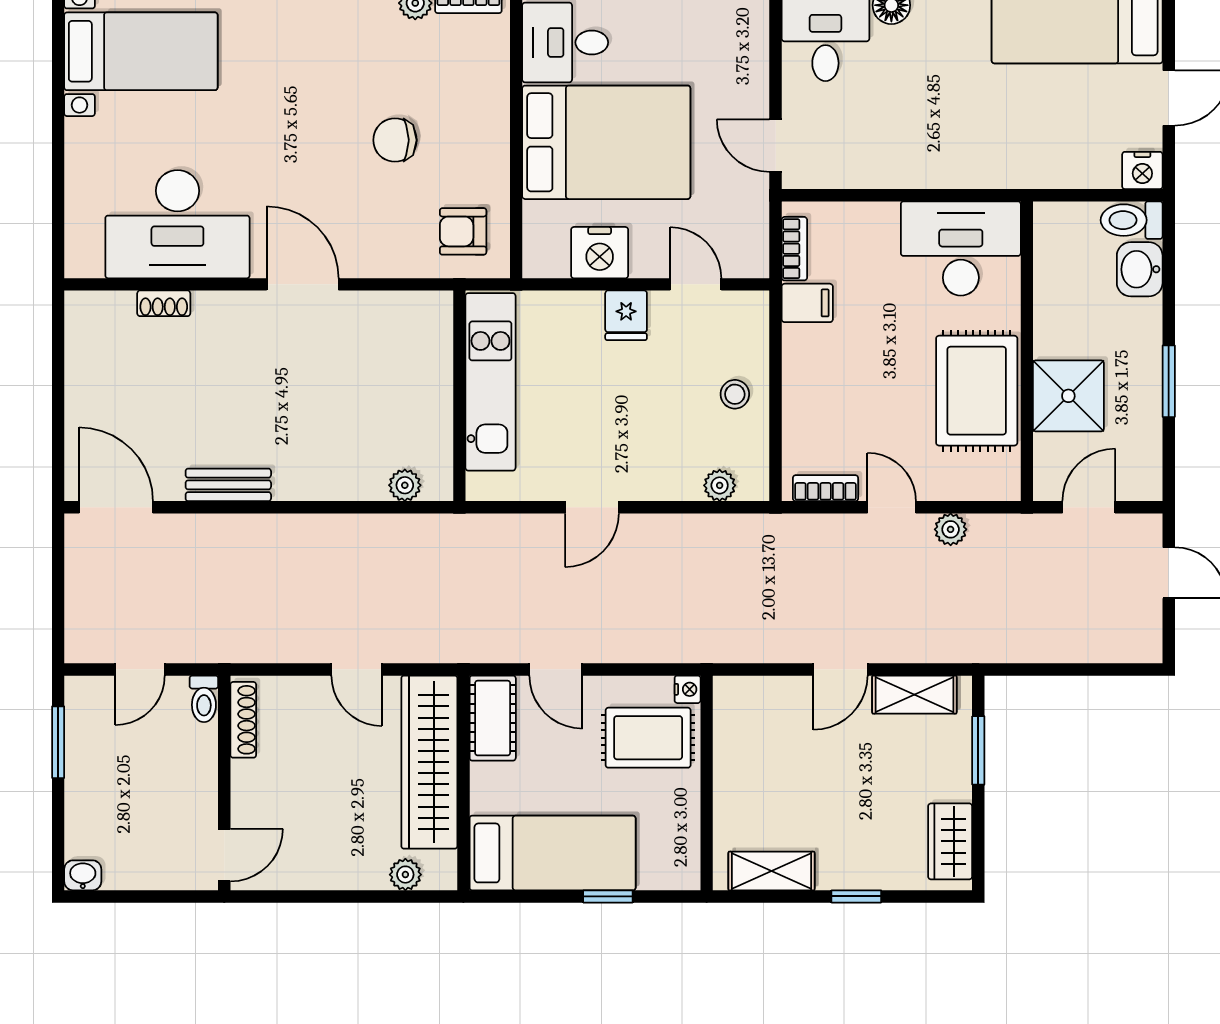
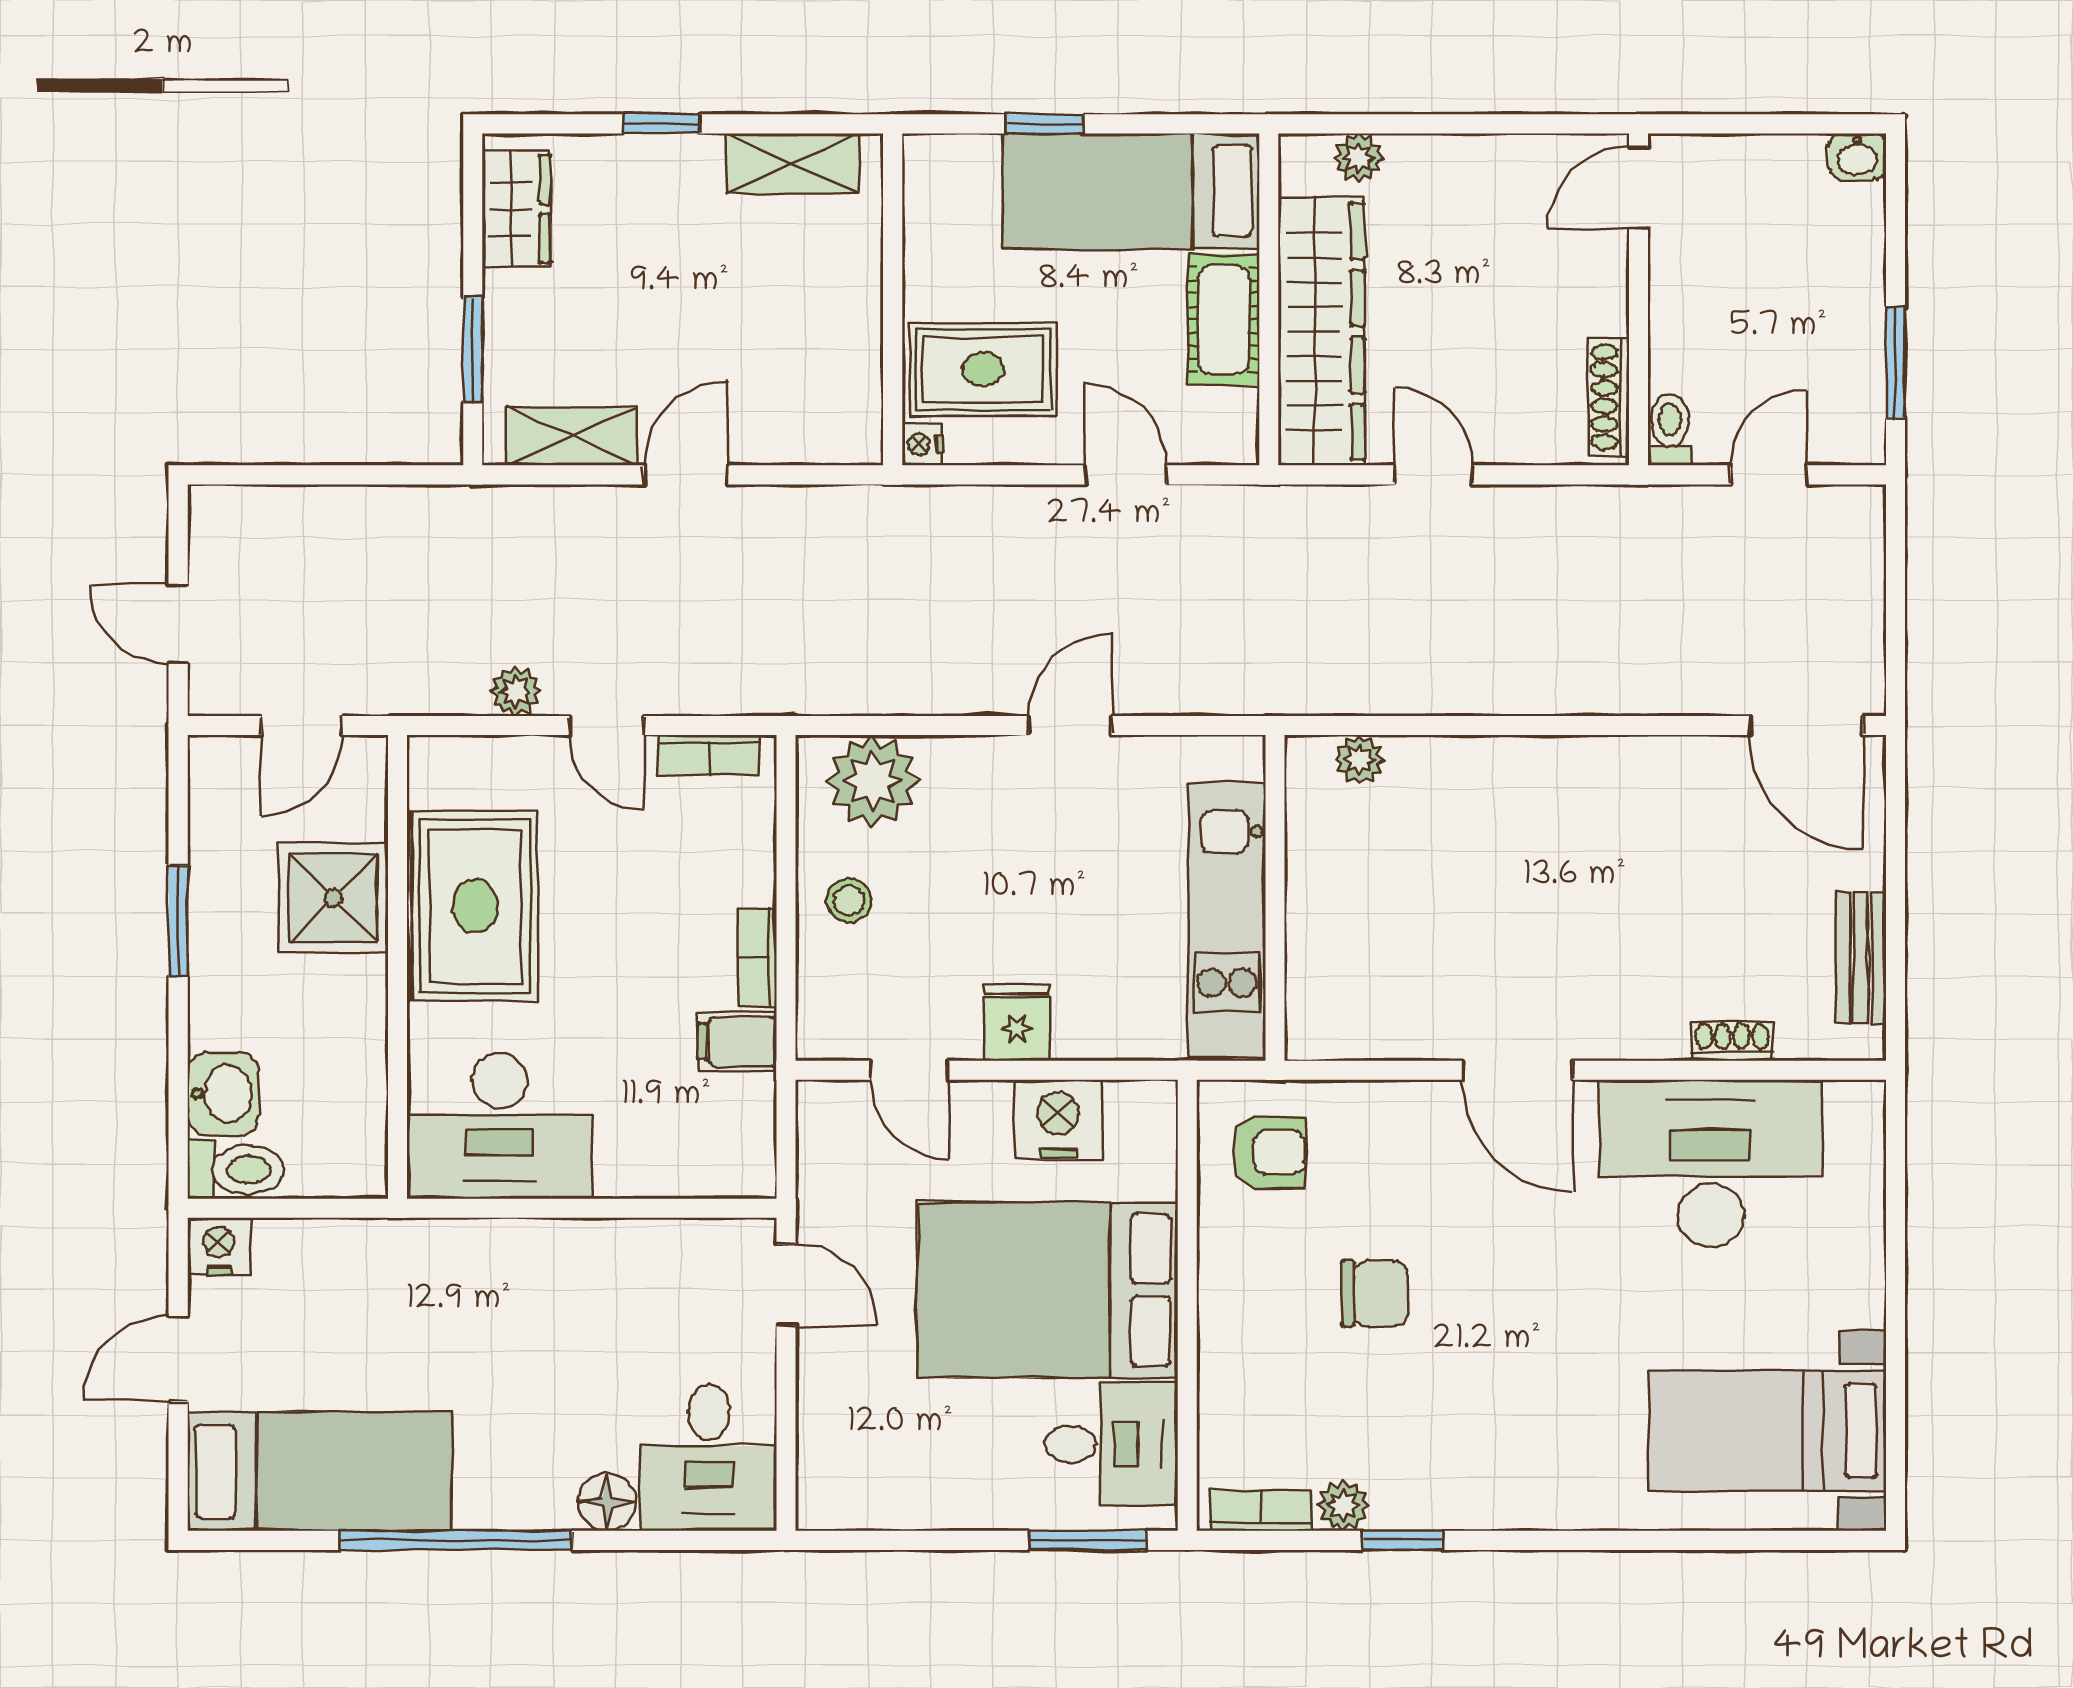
bookcase: (794, 249) -> (757, 958), moved
bench: (228, 485) -> (1861, 958), moved, turned 90
plant: (720, 485) -> (873, 781), width x1.88, depth x1.88
cot: (493, 718) -> (1224, 320), moved

